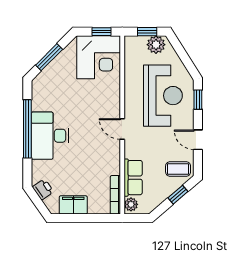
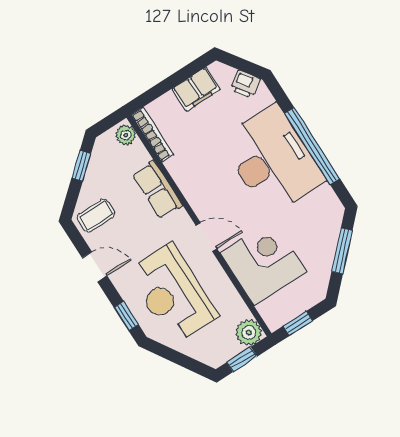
plant: (156, 45) -> (249, 332), moved
corner desk: (99, 57) -> (263, 262), moved, turned 90
door: (122, 129) -> (206, 237), moved
desk: (50, 136) -> (272, 160), width x1.36, depth x1.30
row of seats: (133, 178) -> (157, 190), moved
window: (178, 195) -> (81, 166), moved

